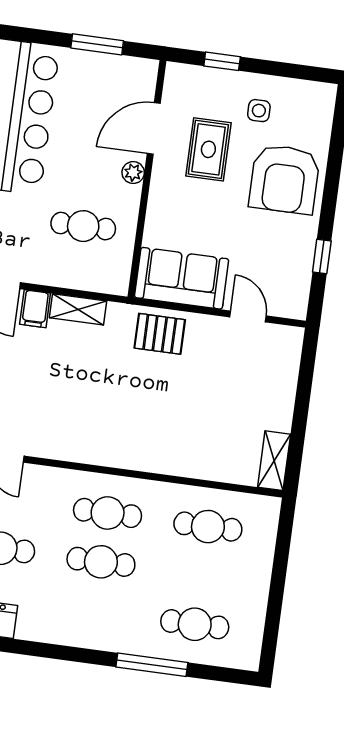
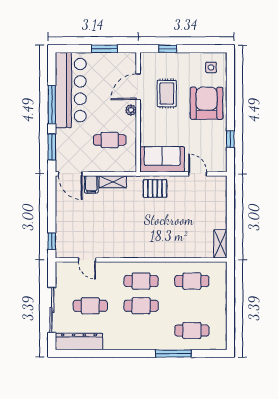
side table: (259, 111) -> (211, 67), moved
armchair: (284, 179) -> (207, 103), turned 180

